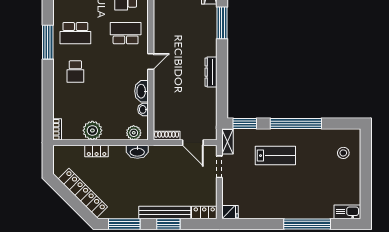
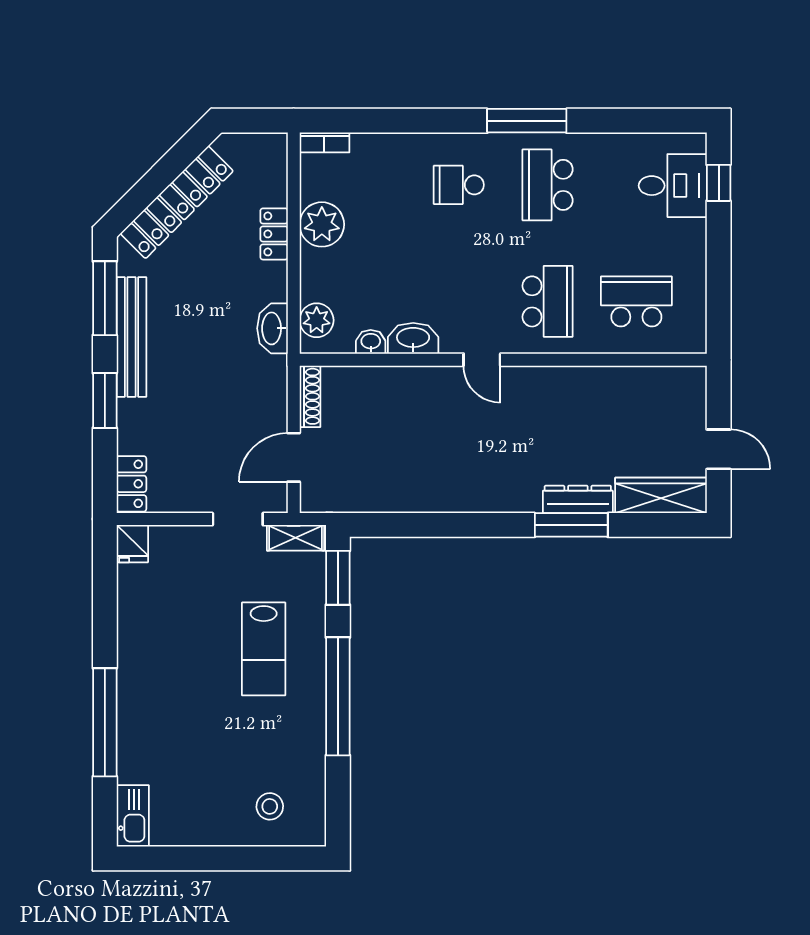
dresser: (211, 72) -> (578, 499), moved
bench: (165, 213) -> (131, 337), moved

